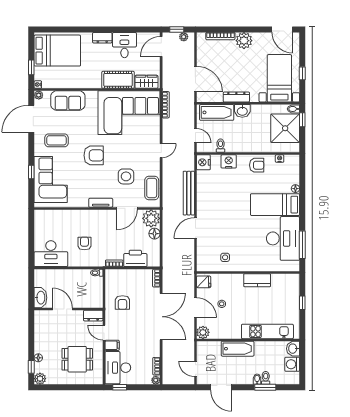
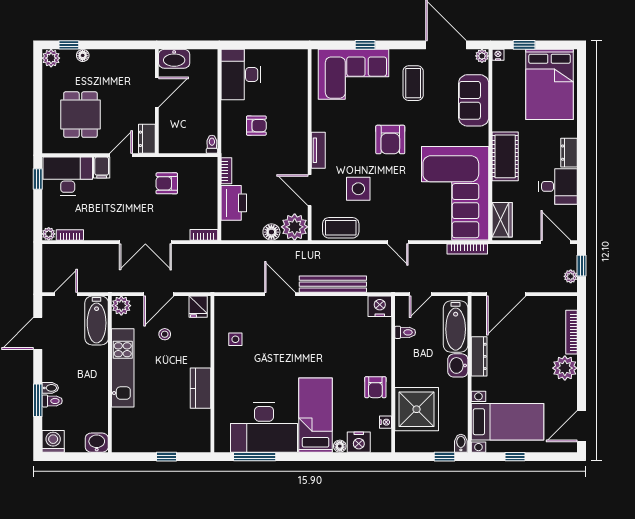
cot: (118, 80) -> (505, 156), moved
shower: (285, 128) -> (417, 409), moved
nightstand: (229, 161) -> (359, 442), moved, turned 90
double door: (161, 317) -> (145, 242), width x0.73
kitchen unit: (267, 331) -> (123, 368), moved
bathtub: (238, 349) -> (97, 321), moved
washing machine: (292, 364) -> (53, 441), moved

